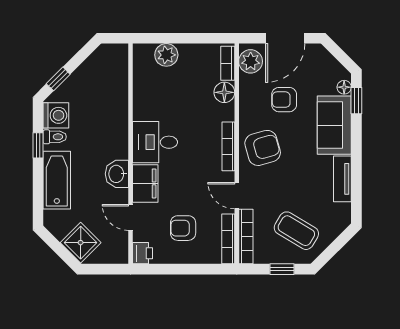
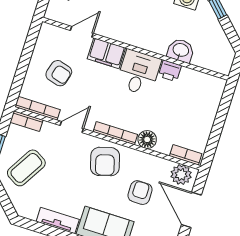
plant: (166, 55) -> (209, 105), removed
floor lamp: (224, 92) -> (147, 139), moved
washbasin: (117, 174) -> (181, 51), moved
armchair: (183, 228) -> (59, 73), turned 106
bookcase: (246, 237) -> (27, 121), width x0.64
printer: (143, 253) -> (170, 71), moved

